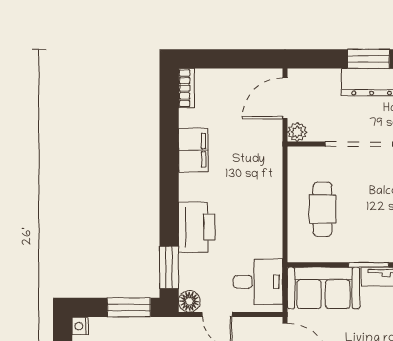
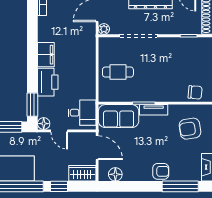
filing cabinet: (193, 150) -> (46, 55), moved
cafe table: (322, 209) -> (118, 72), turned 90

